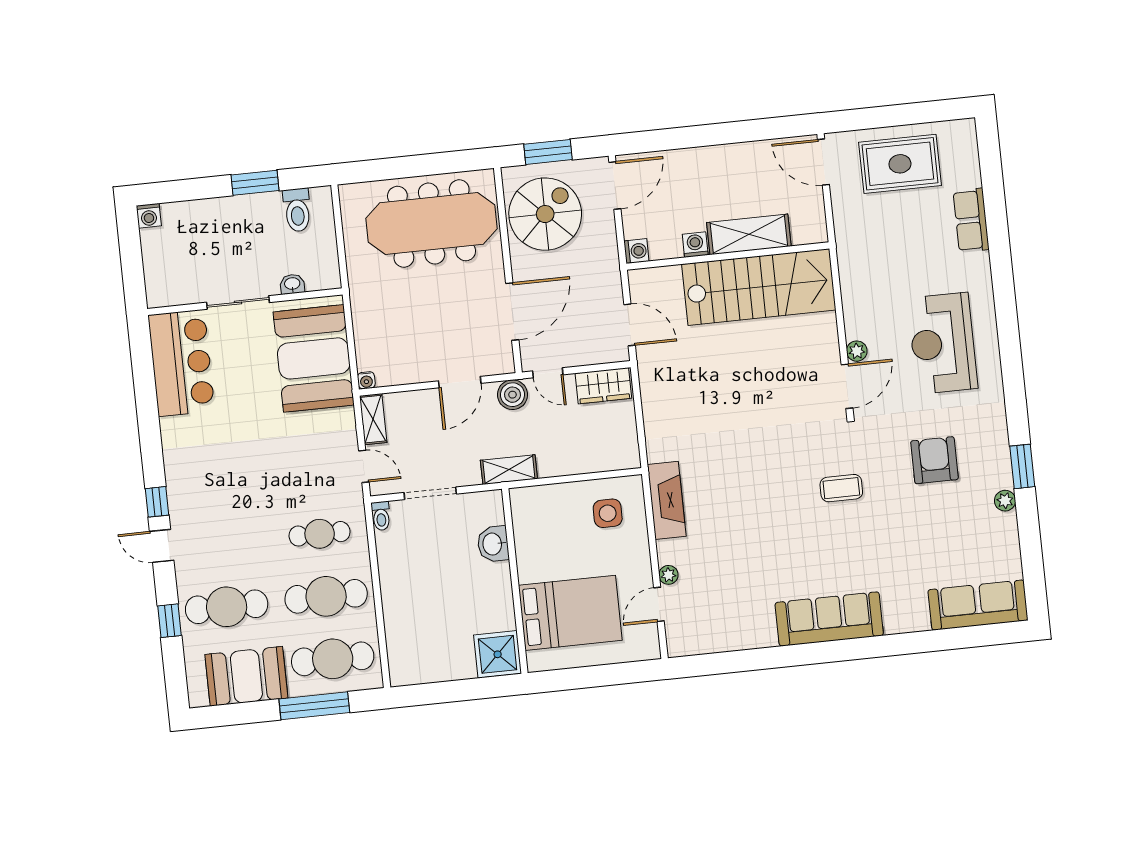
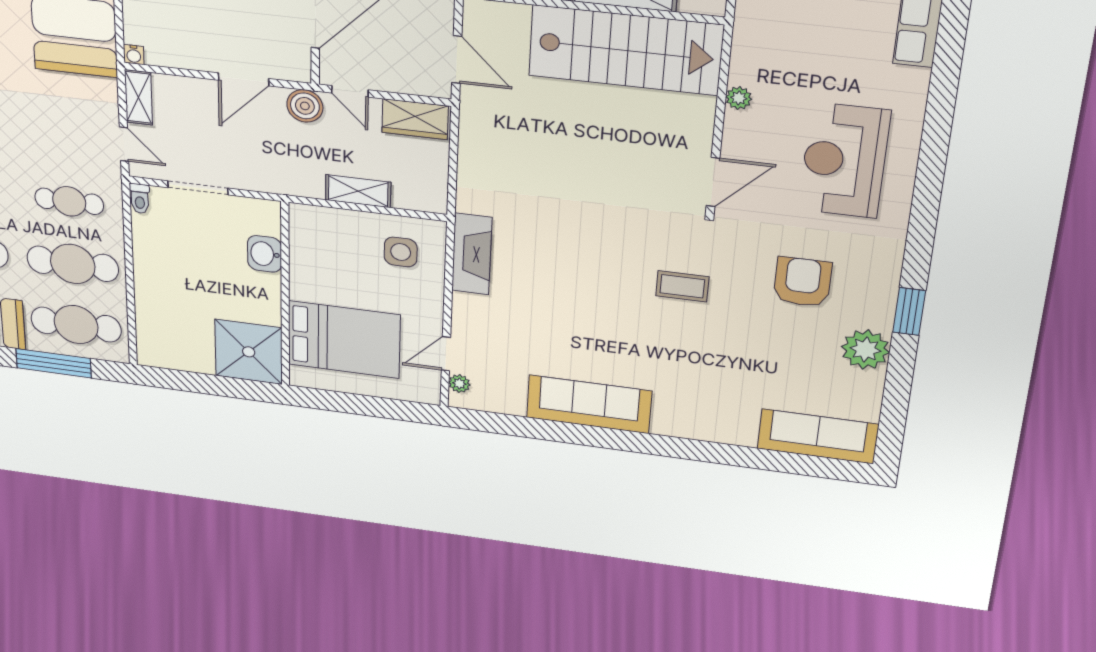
plant: (857, 351) -> (739, 98), moved
shelving: (509, 470) -> (358, 191), moved
plant: (1005, 501) -> (865, 349), width x1.87, depth x1.87
plant: (668, 575) -> (459, 384), moved
sofa: (829, 619) -> (589, 404), moved
shower: (498, 654) -> (249, 352), width x1.37, depth x1.37

